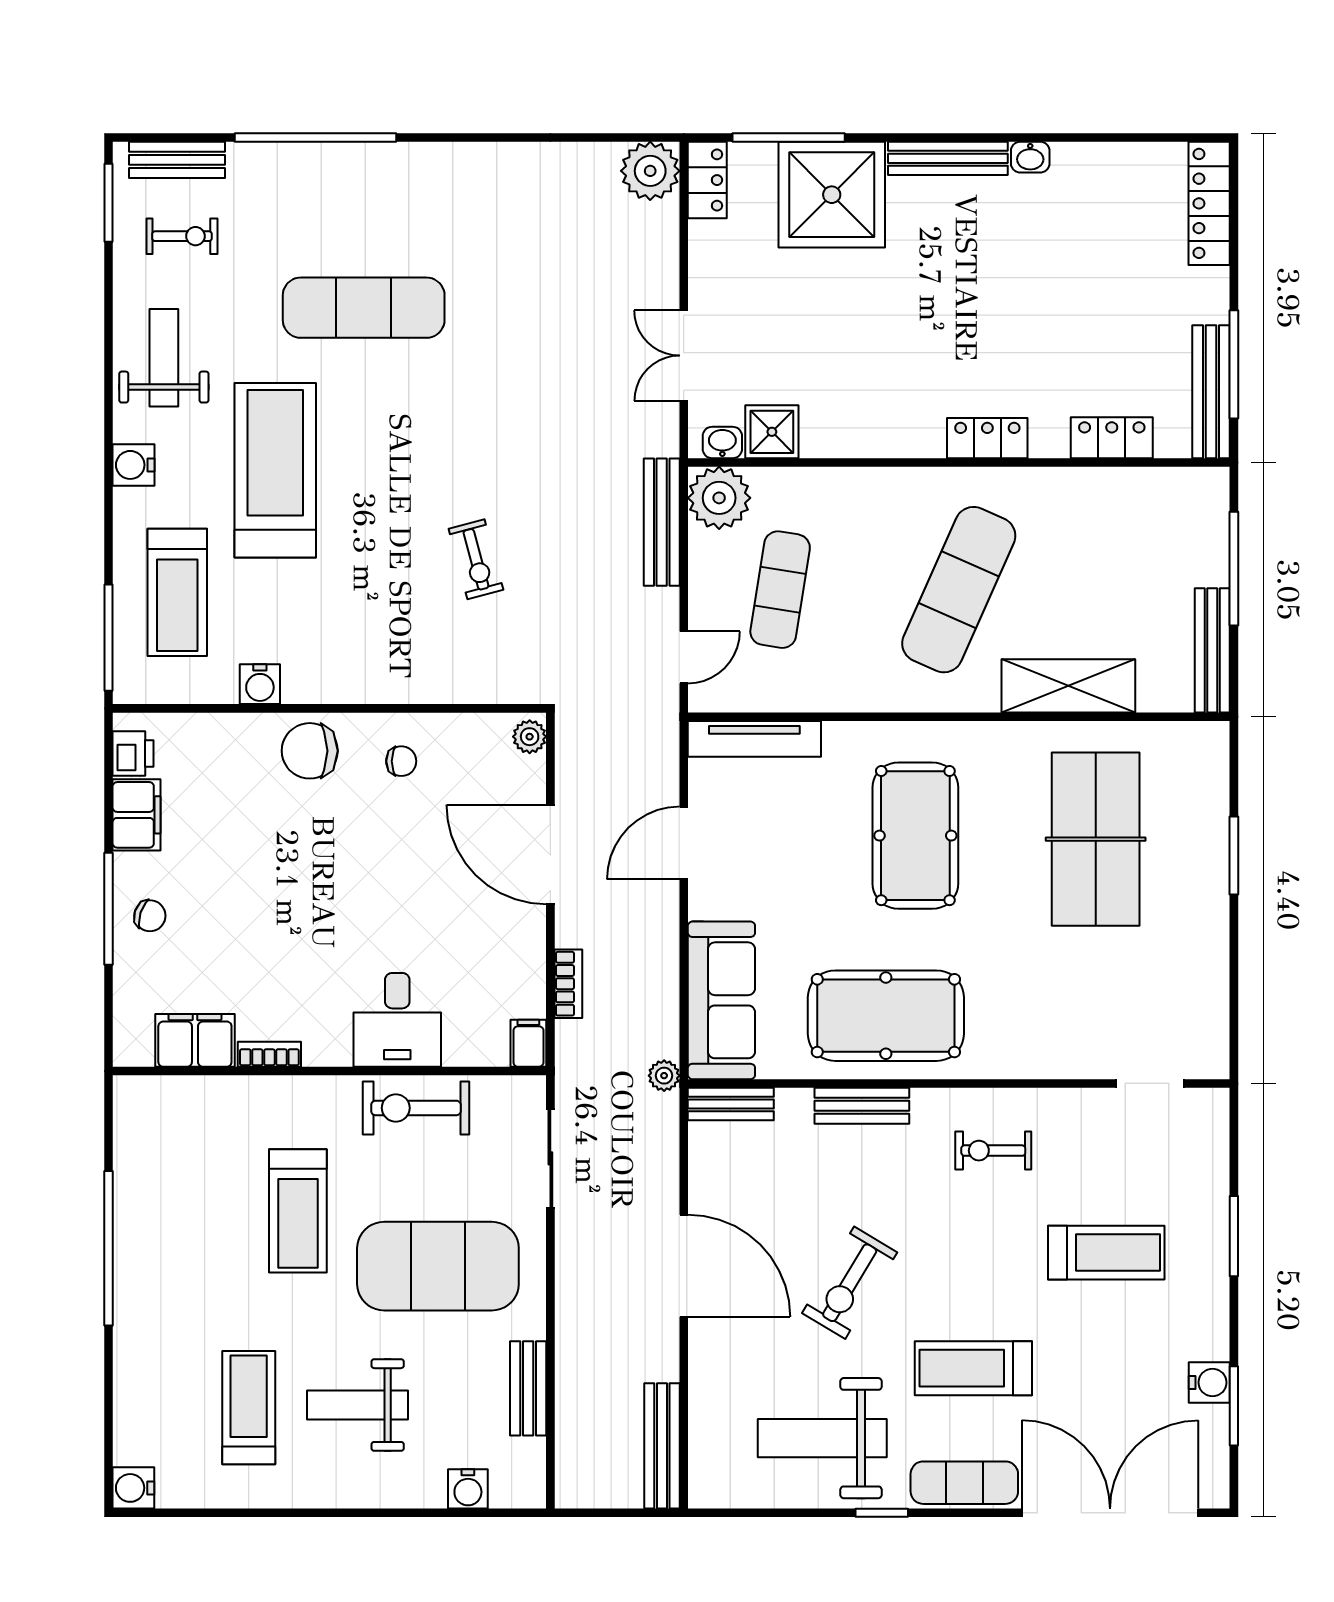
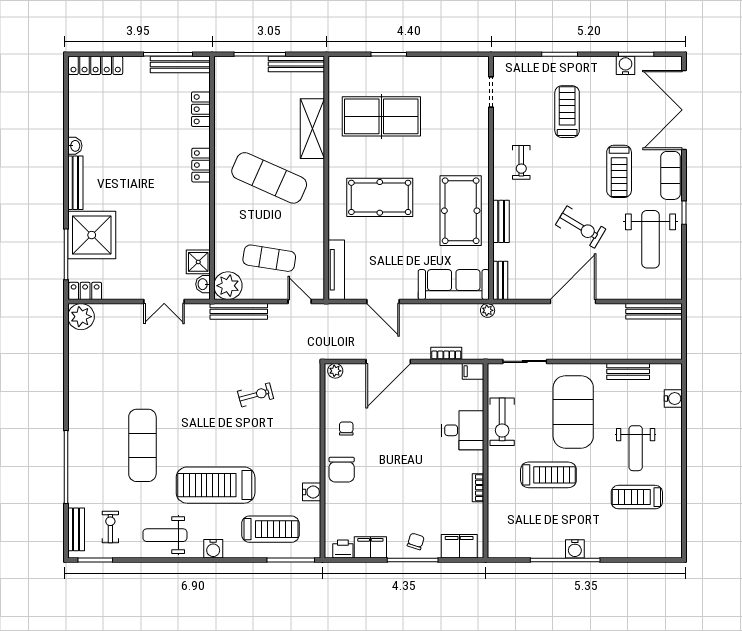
filing cabinet: (195, 1040) -> (459, 546), moved, turned 90
water cooler: (133, 1488) -> (575, 549), moved

